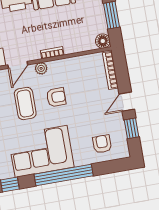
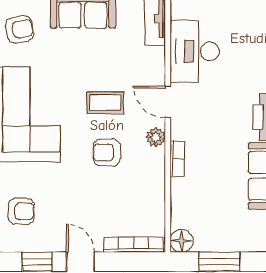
armchair: (56, 97) -> (107, 152), turned 90
coffee table: (25, 104) -> (105, 103), width x0.73, depth x0.77

